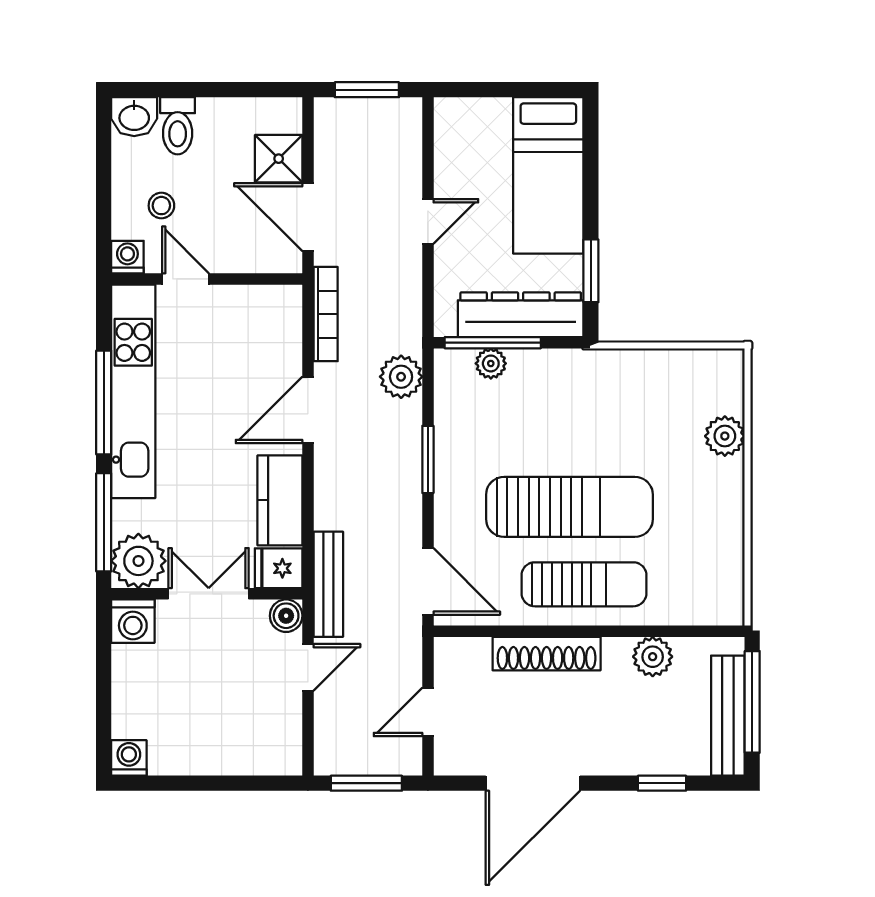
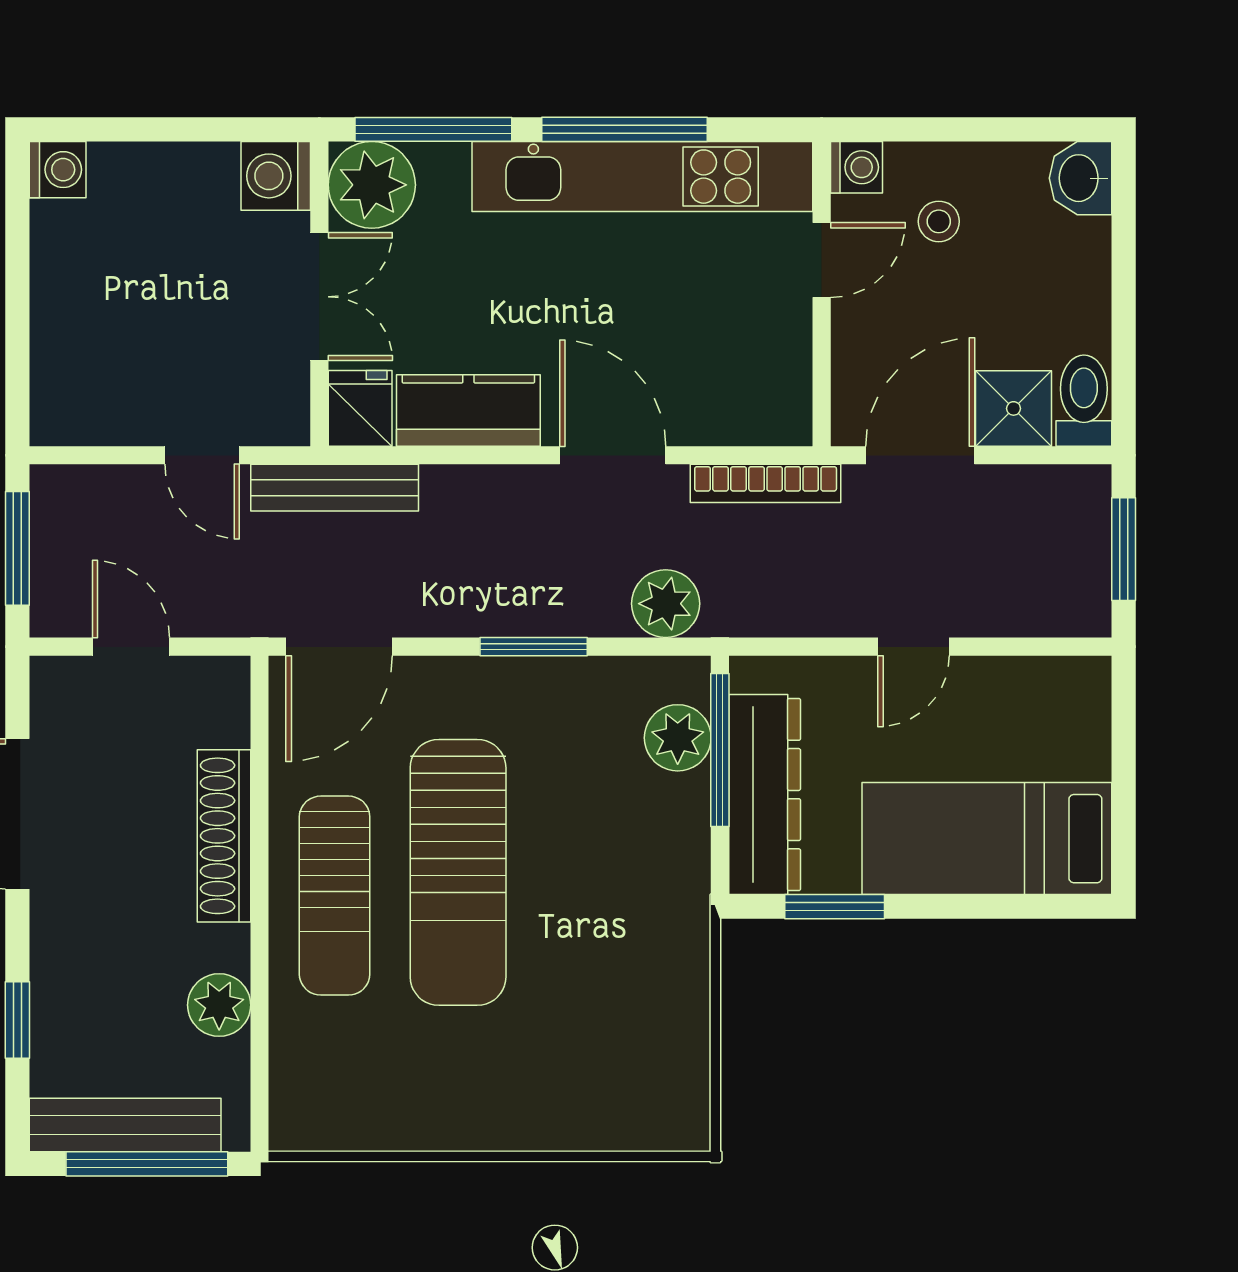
toilet: (178, 126) -> (1084, 401), moved, turned 90
door: (428, 221) -> (913, 647), hinge flipped
plant: (491, 363) -> (678, 738), width x1.38, depth x1.38
plant: (725, 436) -> (571, 1120), removed
boiler: (286, 616) -> (284, 420), removed

